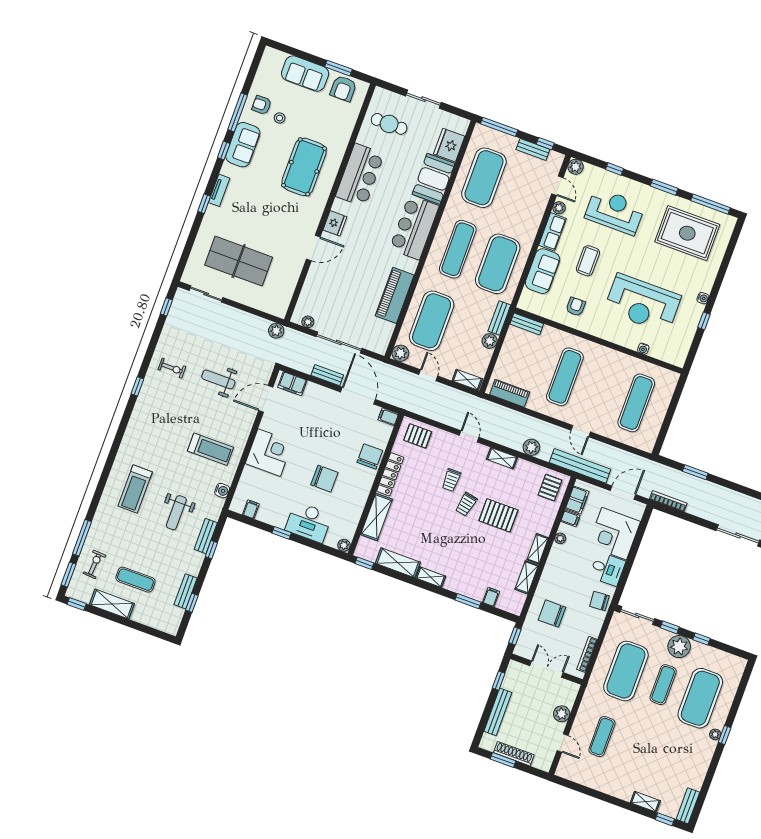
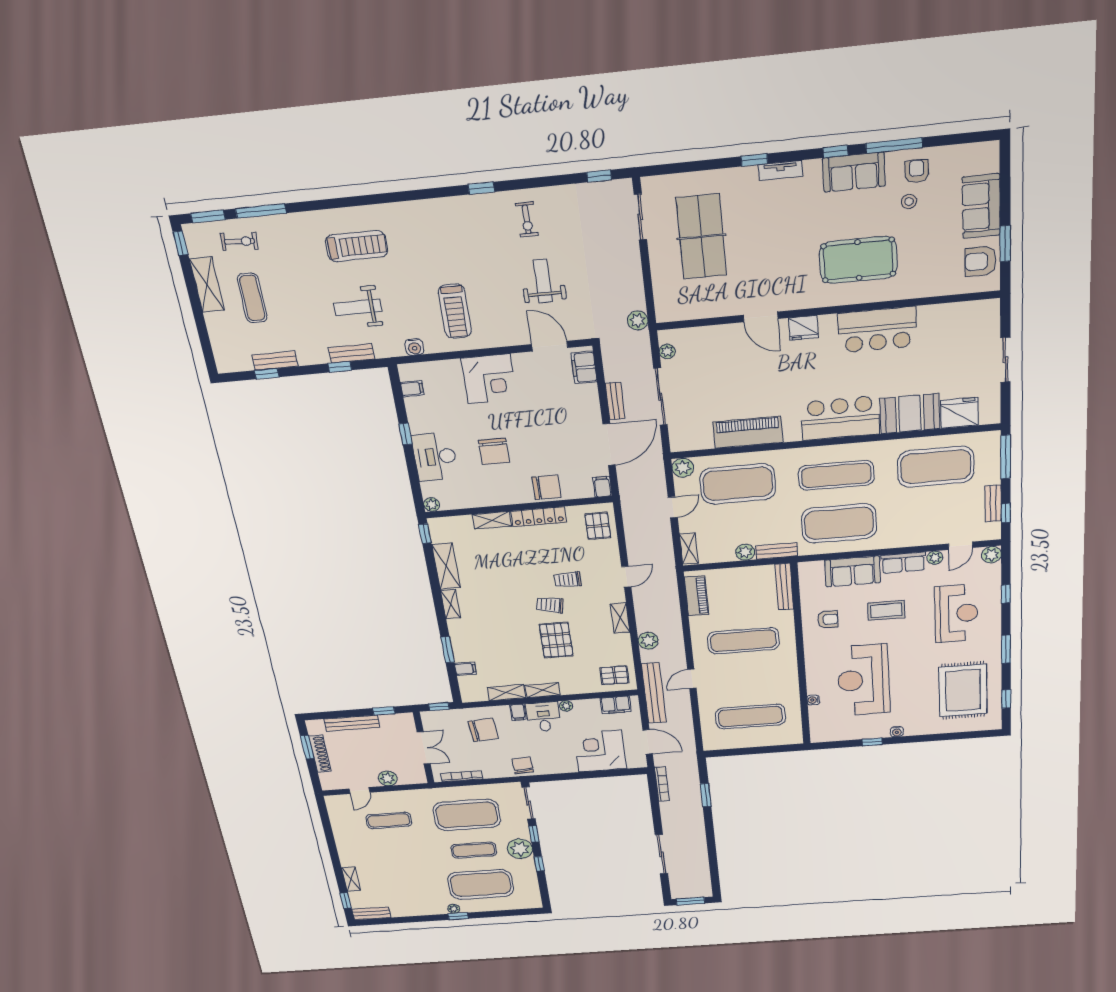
cafe table: (389, 124) -> (957, 335), removed
window: (710, 204) -> (1006, 699), width x0.46
bench: (527, 324) -> (784, 587), width x1.36
treadmill: (135, 489) -> (357, 246), turned 180
shelving: (377, 517) -> (492, 520), width x0.67, depth x0.75
filing cabinet: (570, 518) -> (518, 712), moved
desk: (607, 569) -> (544, 717), moved, turned 180
chair: (552, 614) -> (483, 730), turned 85

